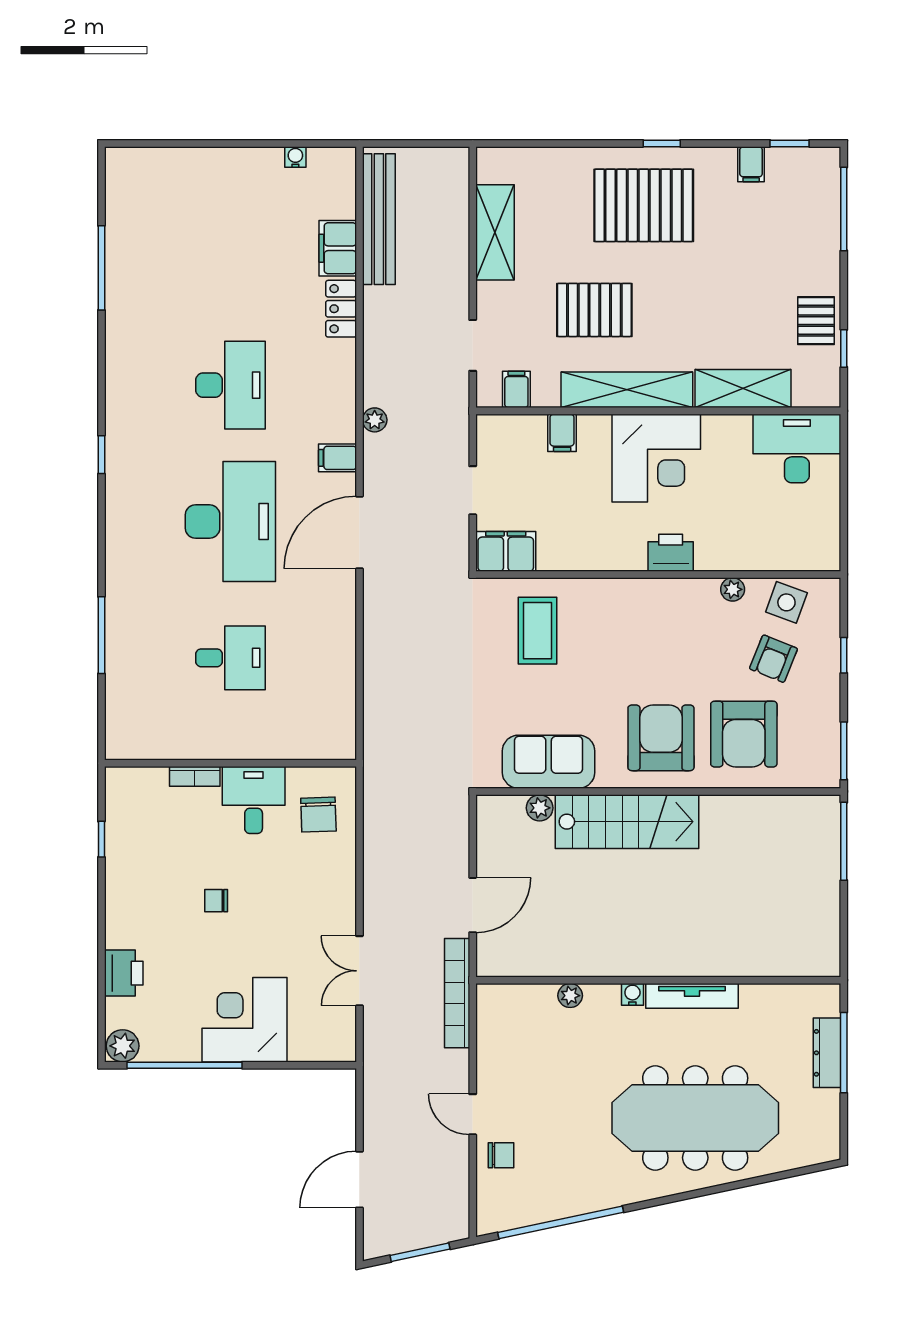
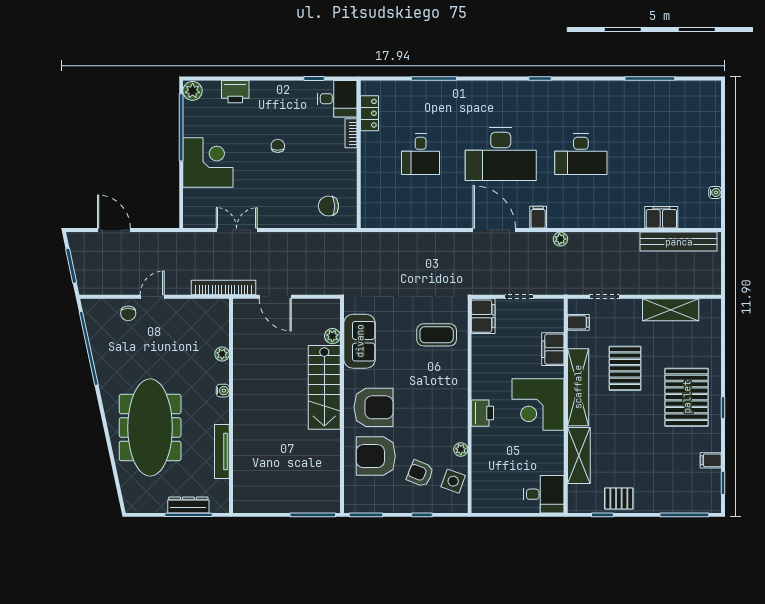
locker: (341, 309) -> (369, 113), moved, turned 90
filing cabinet: (562, 433) -> (553, 349), width x2.00
desk: (797, 448) -> (544, 494), width x0.73
desk: (254, 800) -> (337, 99), moved
tv unit: (692, 996) -> (222, 451), moved

